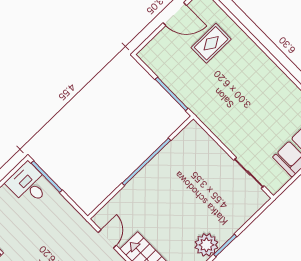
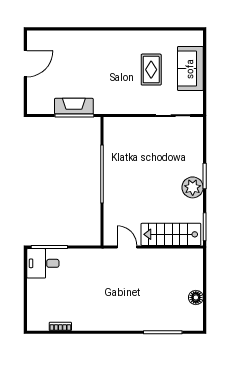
rug: (211, 43) -> (151, 70), moved
fireplace: (179, 86) -> (74, 106), added

